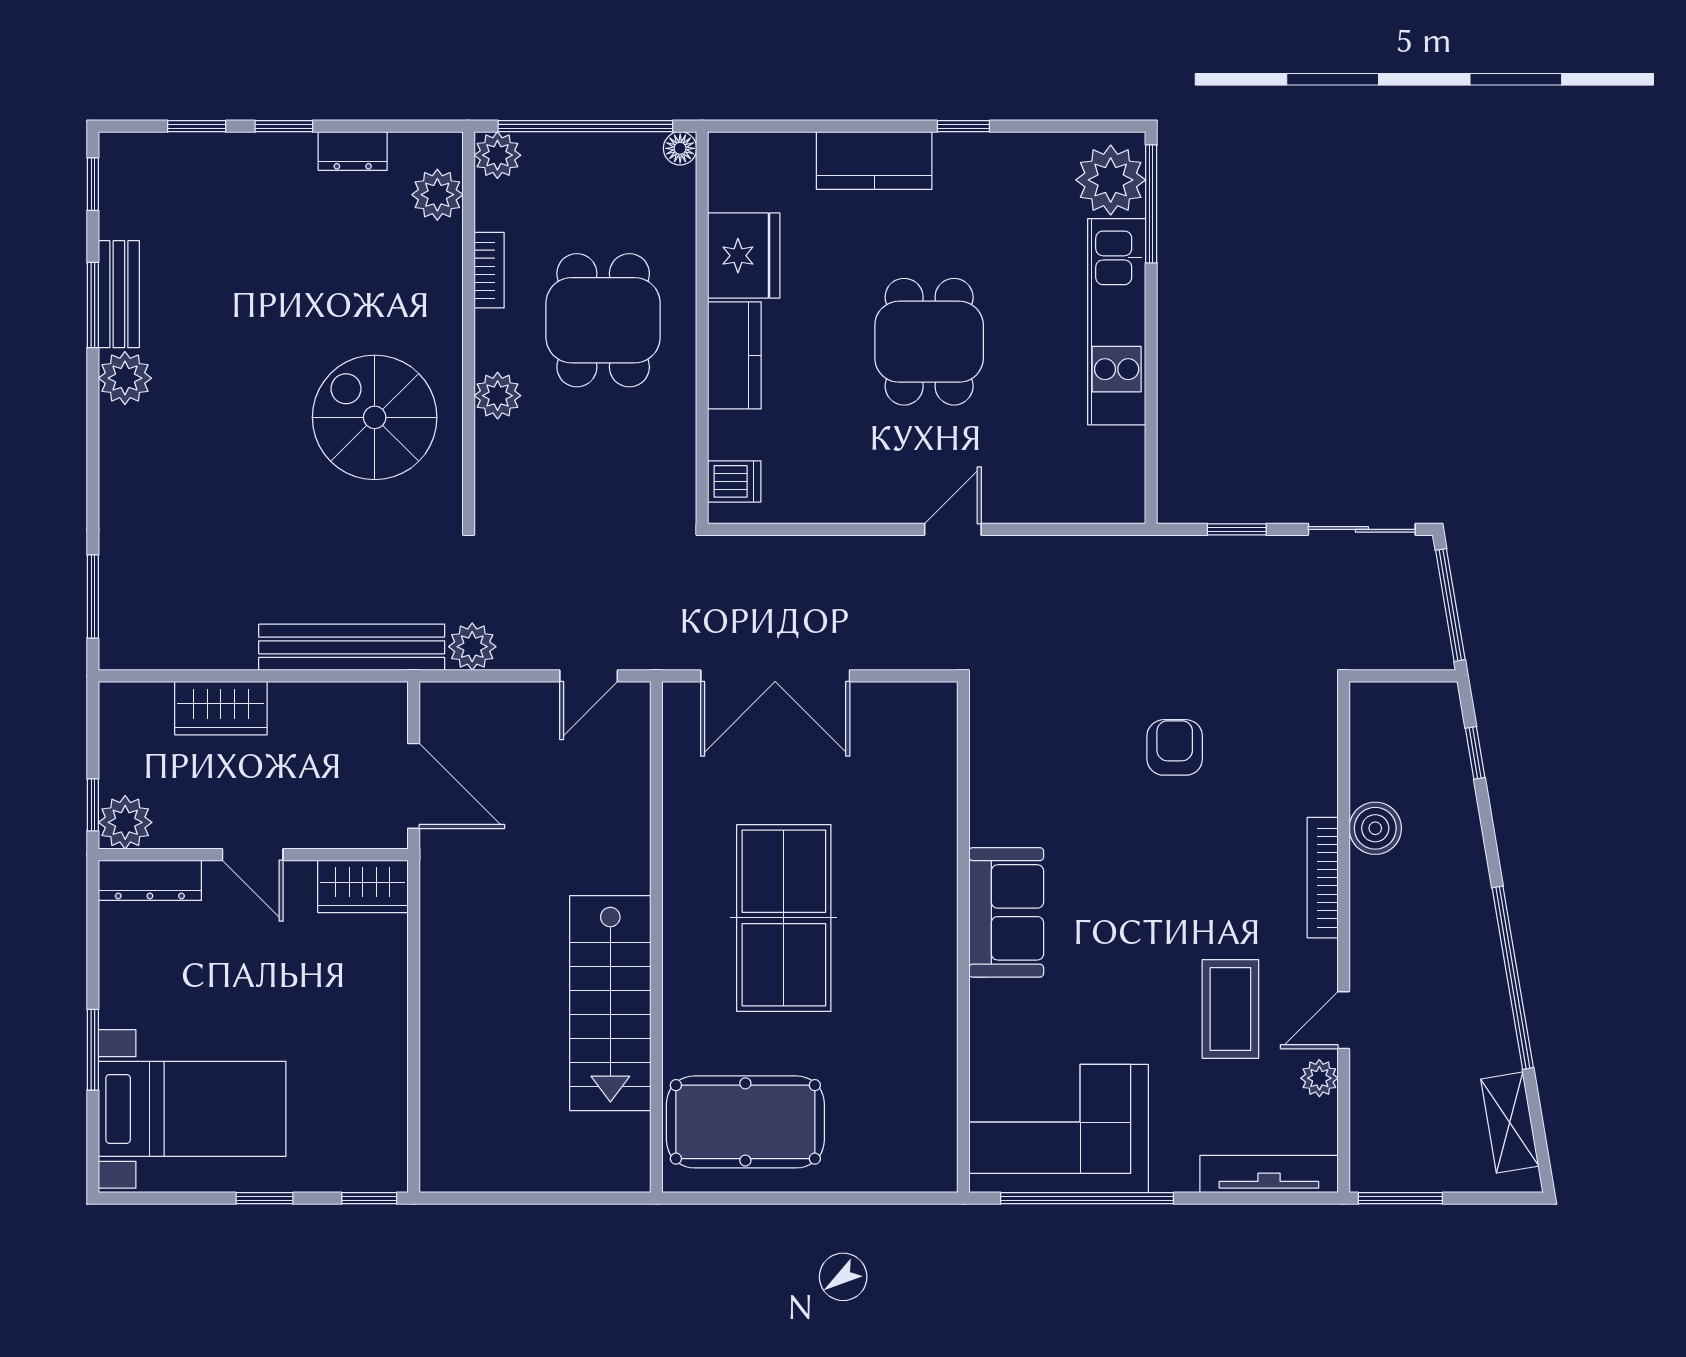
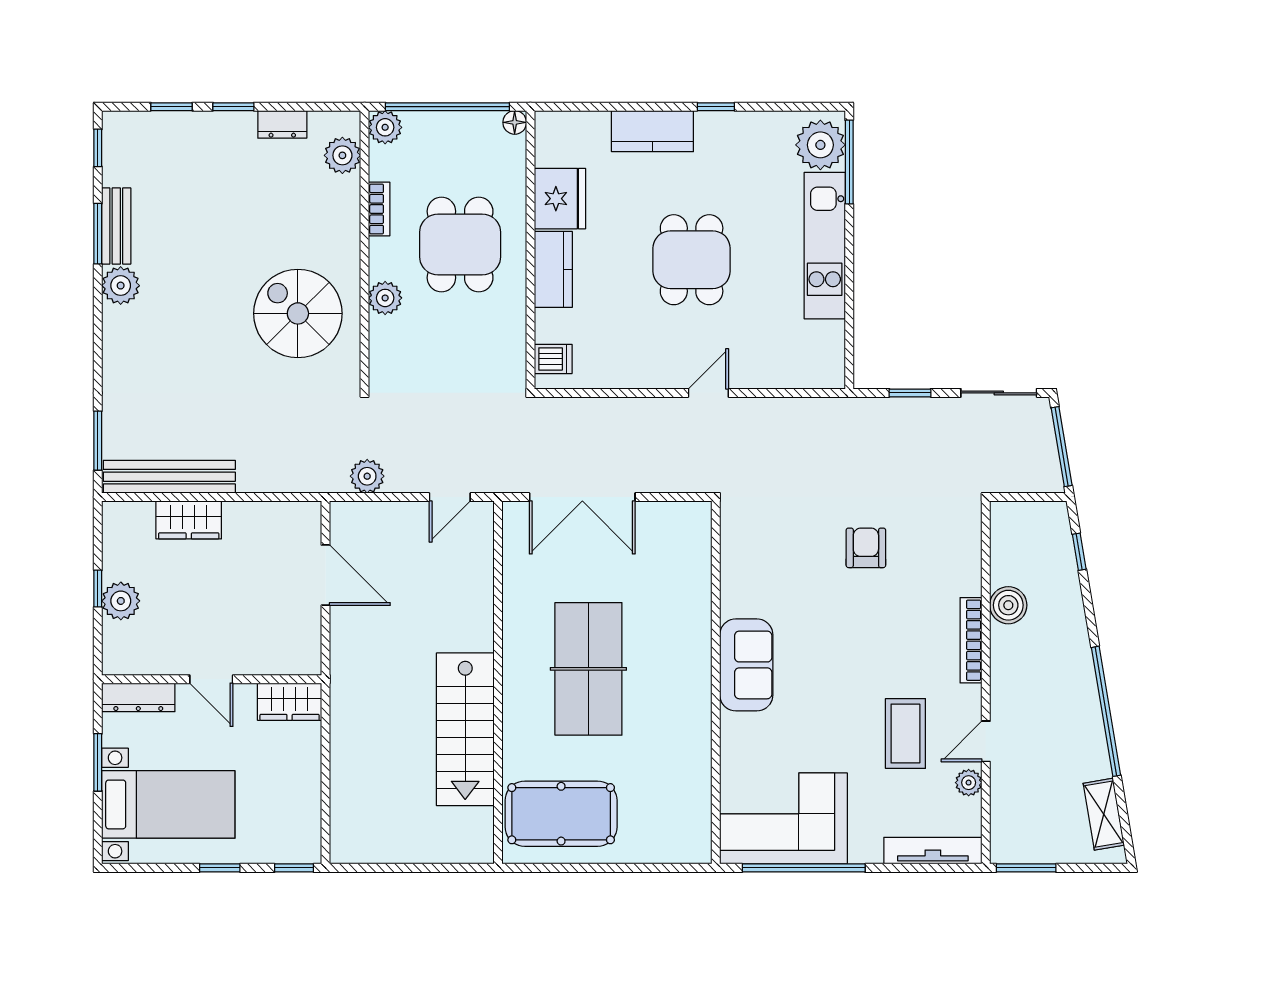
bench: (352, 647) -> (169, 477), moved
door: (253, 855) -> (211, 679), moved
wall: (253, 855) -> (212, 679), moved
dresser: (150, 880) -> (138, 697), moved
wardrobe: (363, 886) -> (290, 702), moved

